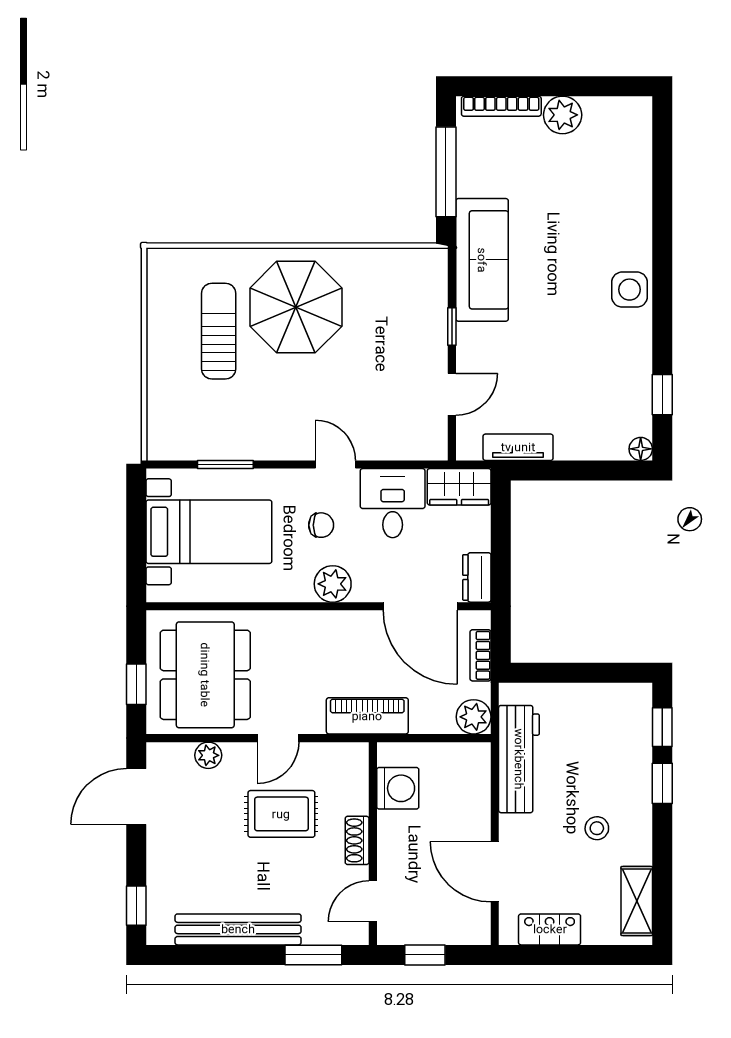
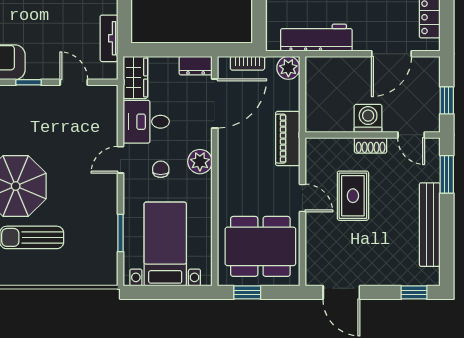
window: (136, 684) -> (247, 292), moved
plant: (208, 755) -> (314, 244), removed
washing machine: (398, 788) -> (368, 118), moved

